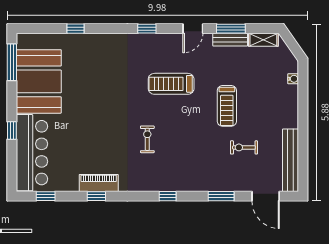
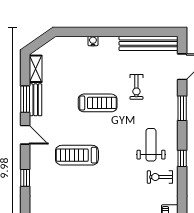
water cooler: (293, 79) -> (93, 41), moved
treadmill: (171, 84) -> (77, 155), turned 90
exercise bike: (147, 139) -> (160, 177), moved
weight bench: (182, 163) -> (151, 145), added

